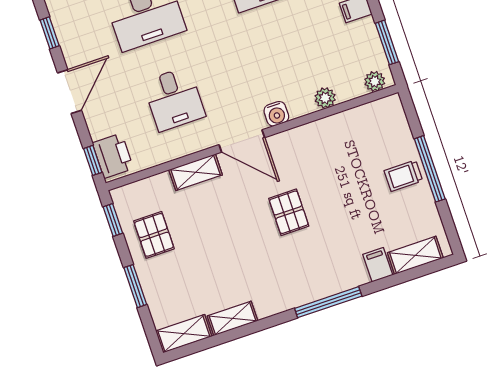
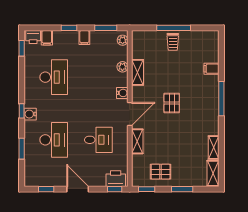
pallet: (289, 212) -> (172, 103), turned 90
shelving: (415, 255) -> (137, 72), moved

